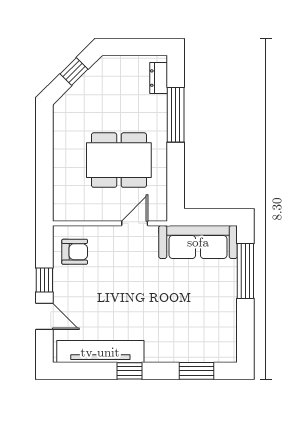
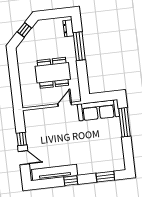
armchair: (75, 252) -> (35, 123), removed

